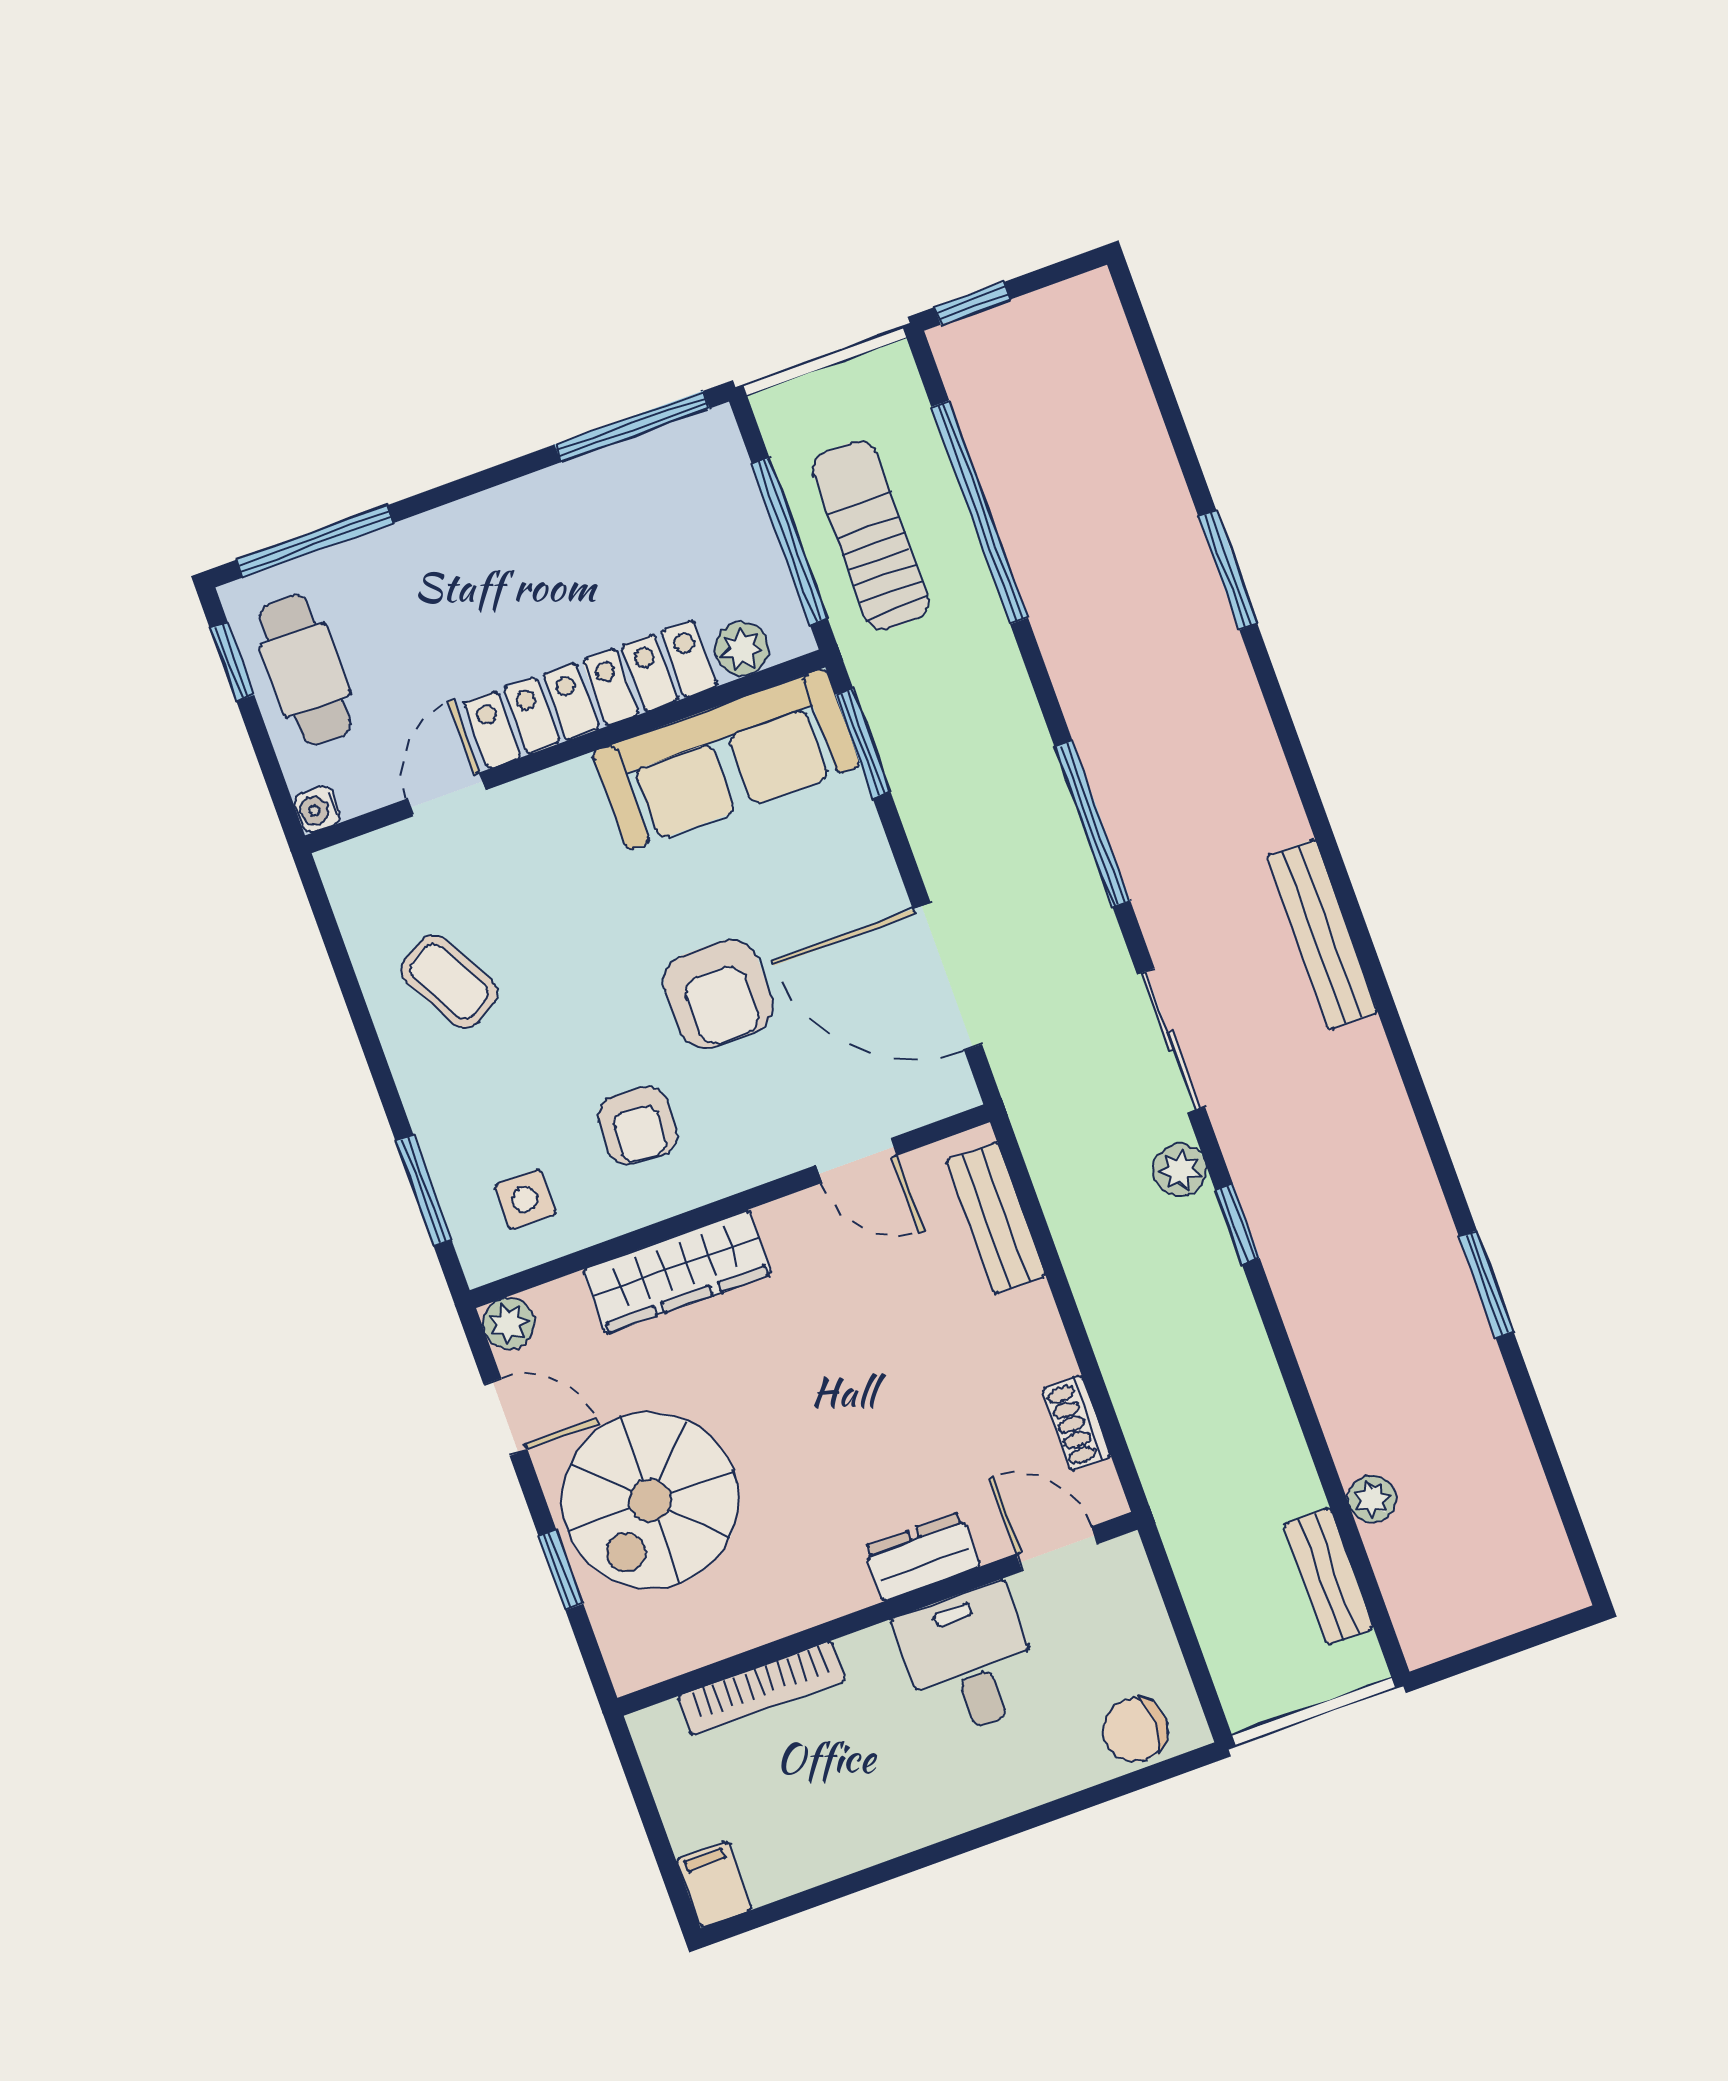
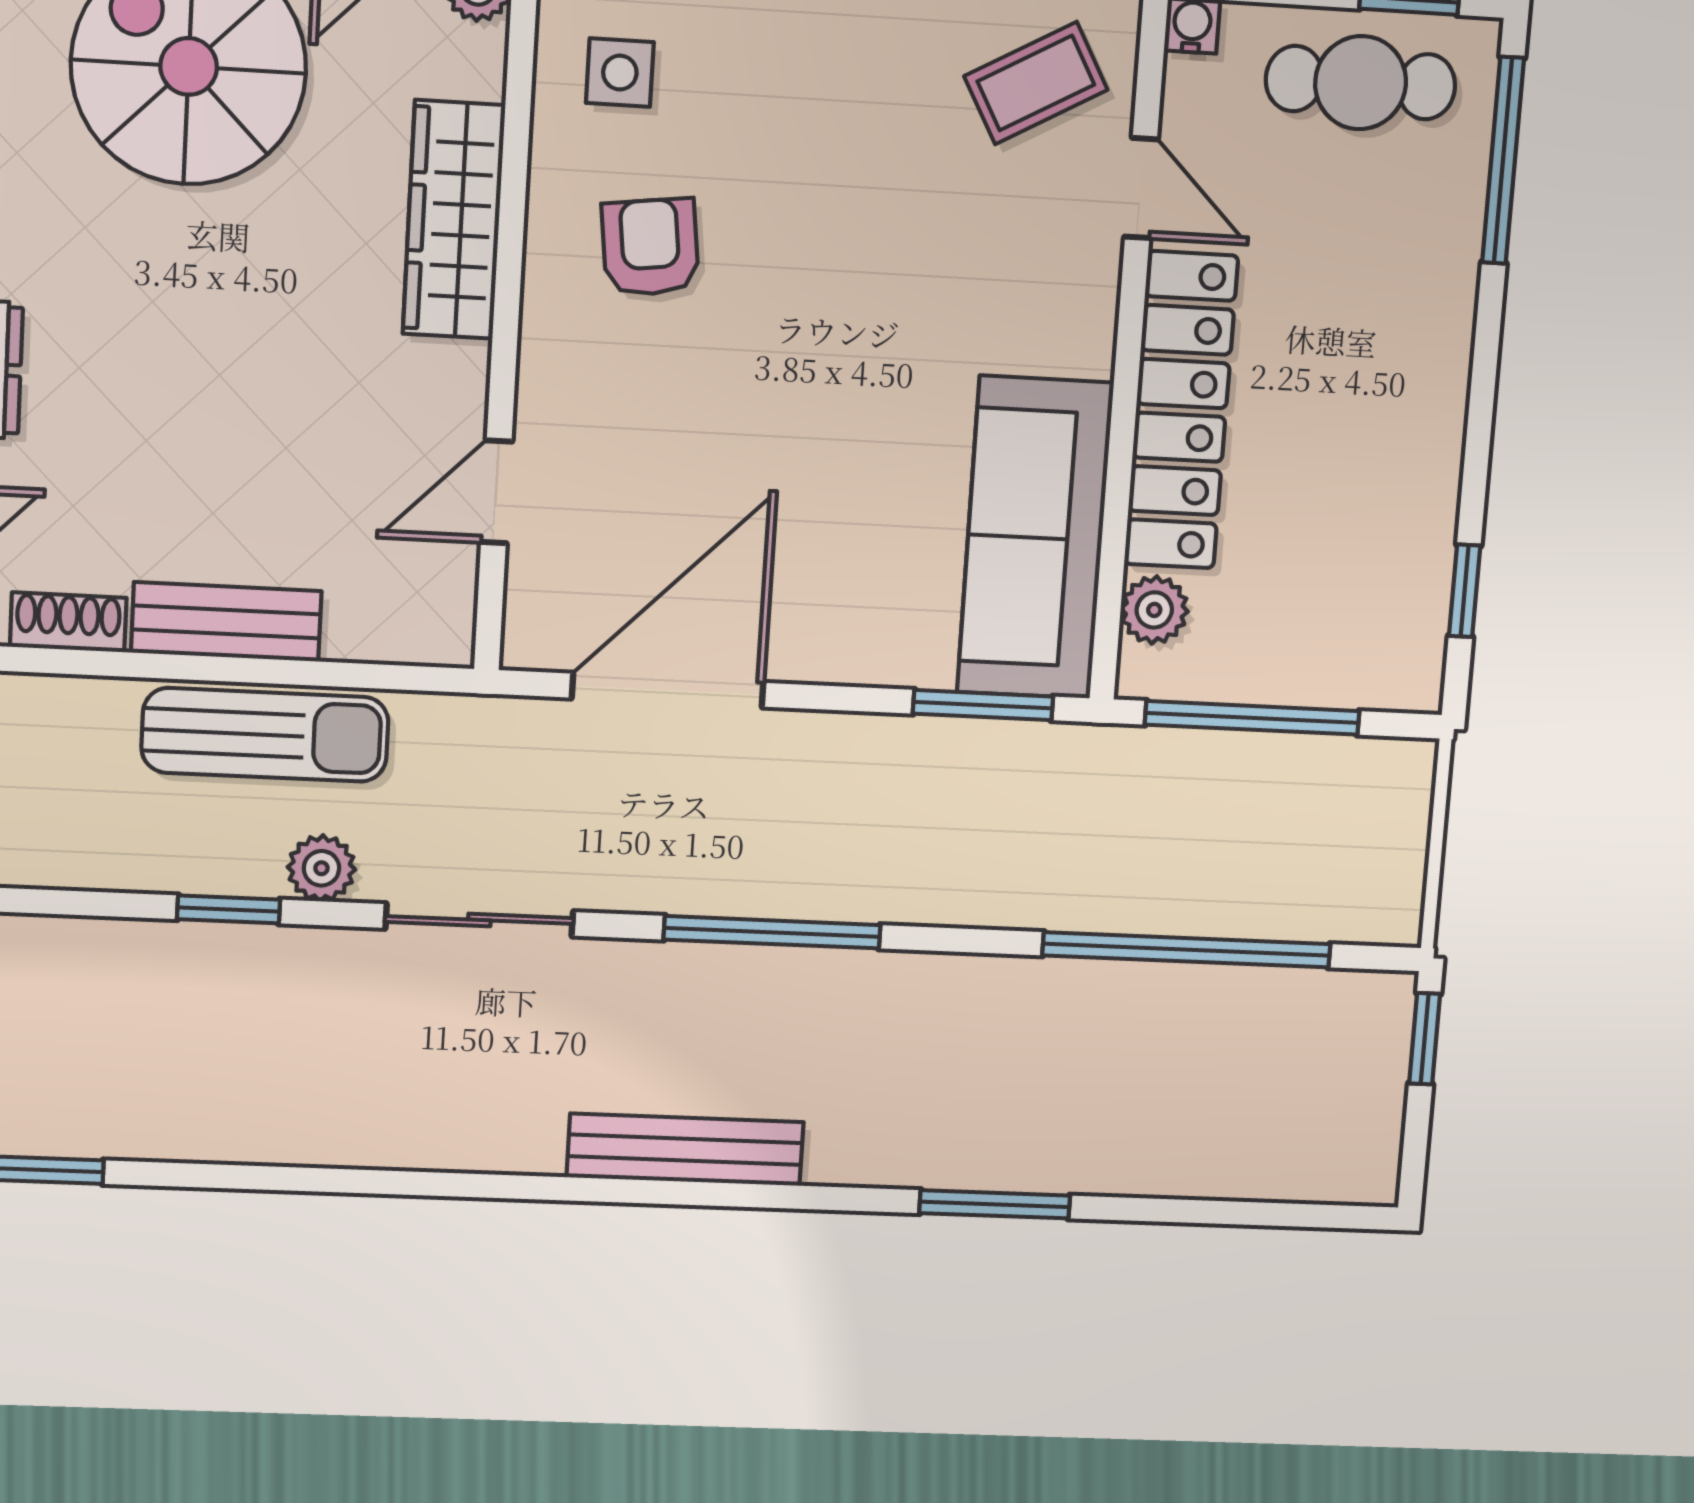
window: (632, 427) -> (1465, 591), width x0.46
sun lounger: (871, 535) -> (265, 735), moved
bench: (1322, 934) -> (685, 1150), moved
coffee table: (449, 982) -> (1036, 83), moved
armchair: (718, 994) -> (765, 411), removed
armchair: (638, 1126) -> (650, 247), turned 79
bench: (996, 1218) -> (226, 622), moved

